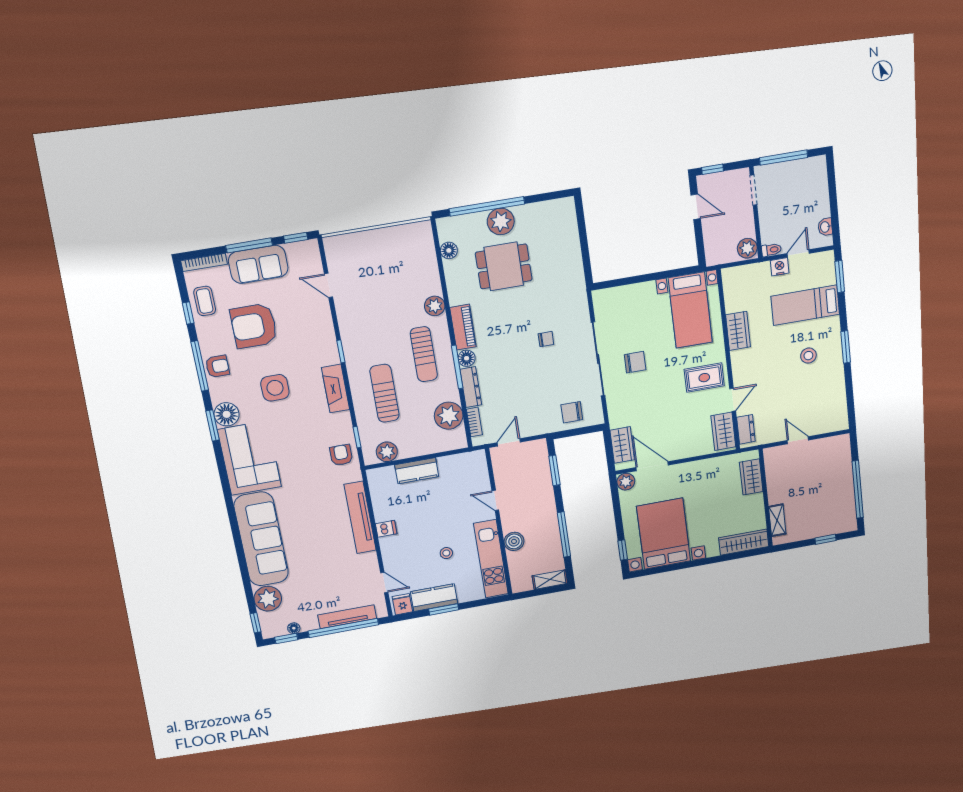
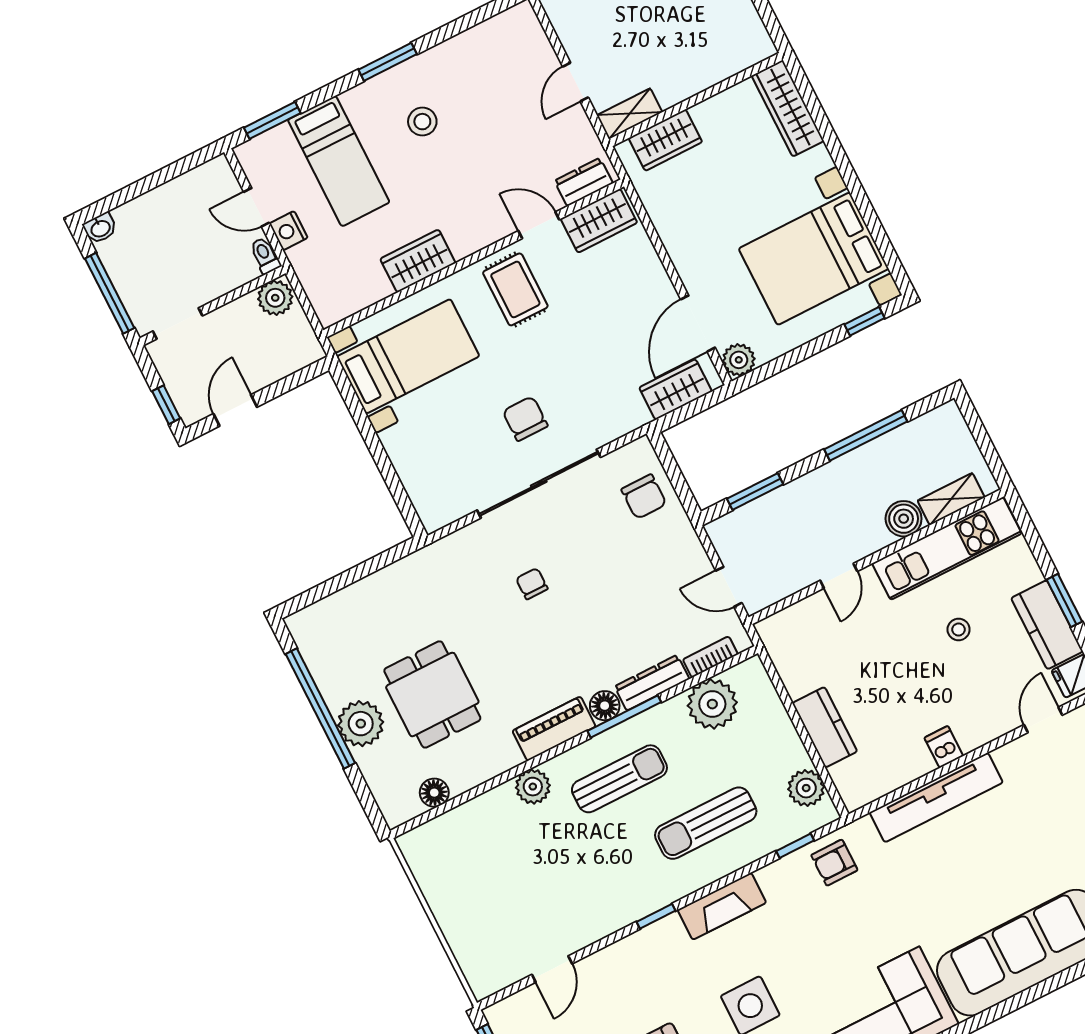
window: (487, 206) -> (320, 709), moved
washbasin: (825, 227) -> (100, 228), moved
shelving: (777, 520) -> (630, 114), moved
shelving: (550, 580) -> (951, 499), moved, turned 90

